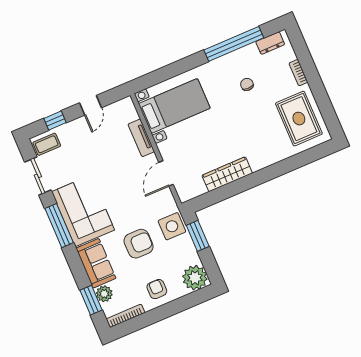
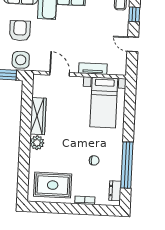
plant: (259, 161) -> (37, 143), added
armchair: (139, 244) -> (20, 31), turned 180

